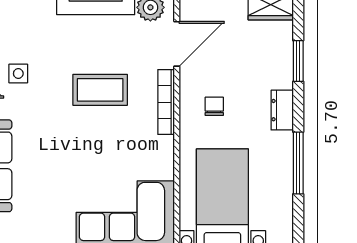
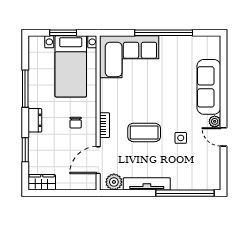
side table: (18, 74) -> (181, 138), moved
bookcase: (166, 102) -> (105, 125), width x0.64

